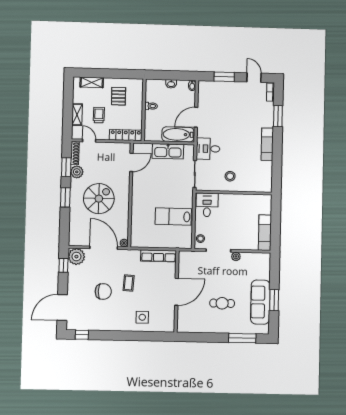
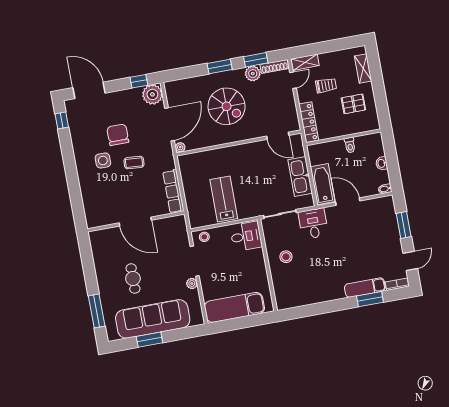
shelving: (77, 115) -> (305, 62), moved
exam couch: (267, 144) -> (365, 288), moved
exam couch: (265, 233) -> (234, 307), width x1.36, depth x1.45
chair: (103, 292) -> (118, 135), turned 180
sofa: (260, 302) -> (153, 319), width x1.36, depth x1.27
side table: (142, 317) -> (103, 160), moved

